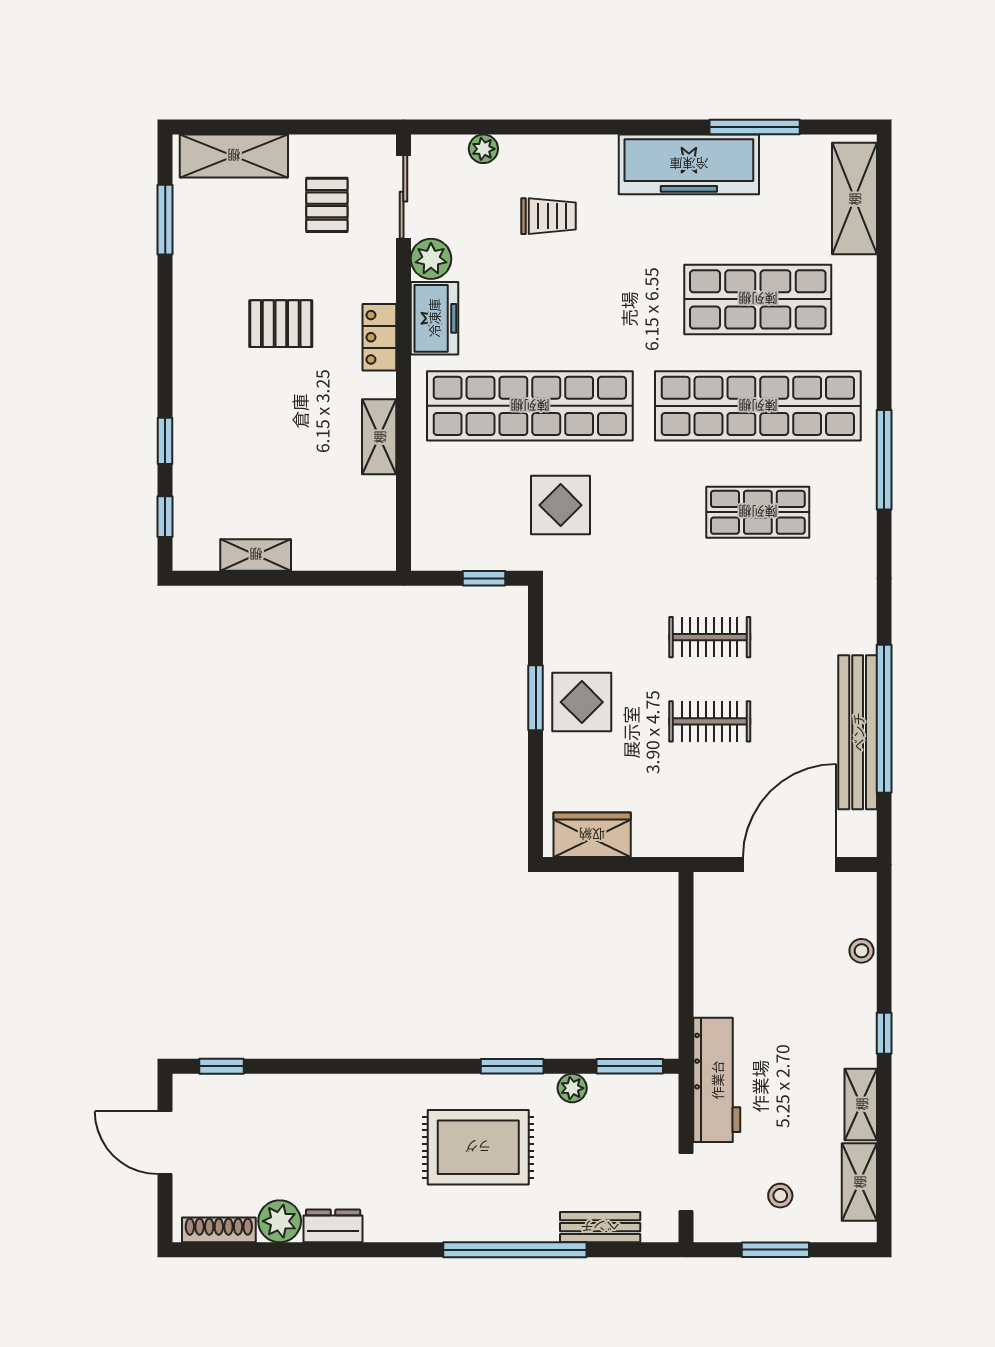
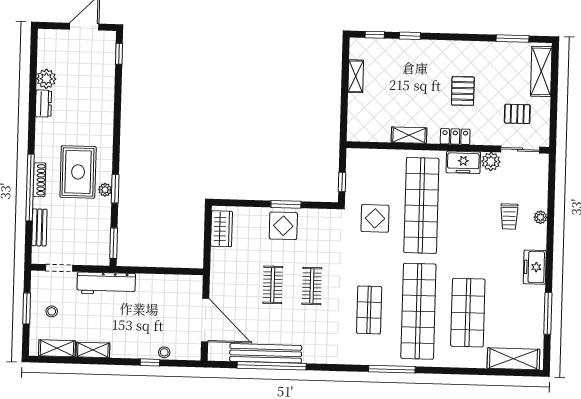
plant: (483, 149) -> (540, 217), moved
freezer: (689, 164) -> (535, 267), width x0.52, depth x0.79
window: (884, 1033) -> (150, 362), moved
plant: (572, 1088) -> (105, 190), moved
shoe rack: (219, 1230) -> (39, 180), moved

